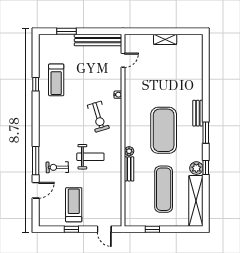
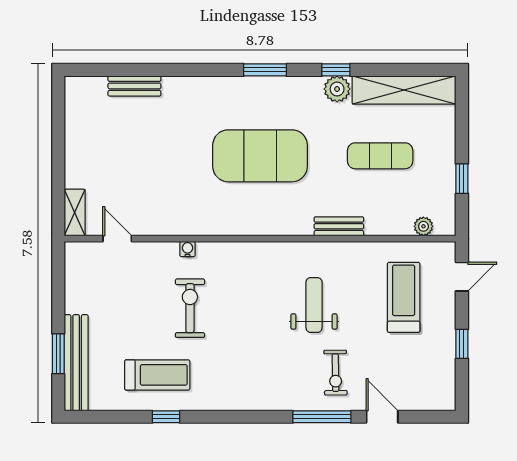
shelving: (165, 39) -> (75, 213), moved
bench: (98, 40) -> (76, 363), moved
bench: (198, 113) -> (134, 86), moved
exercise bike: (98, 117) -> (190, 308), moved, turned -73
plant: (129, 151) -> (423, 226), moved
exercise mat: (164, 189) -> (380, 156), width x0.73, depth x0.69
treadmill: (74, 205) -> (404, 297), moved, turned 90

